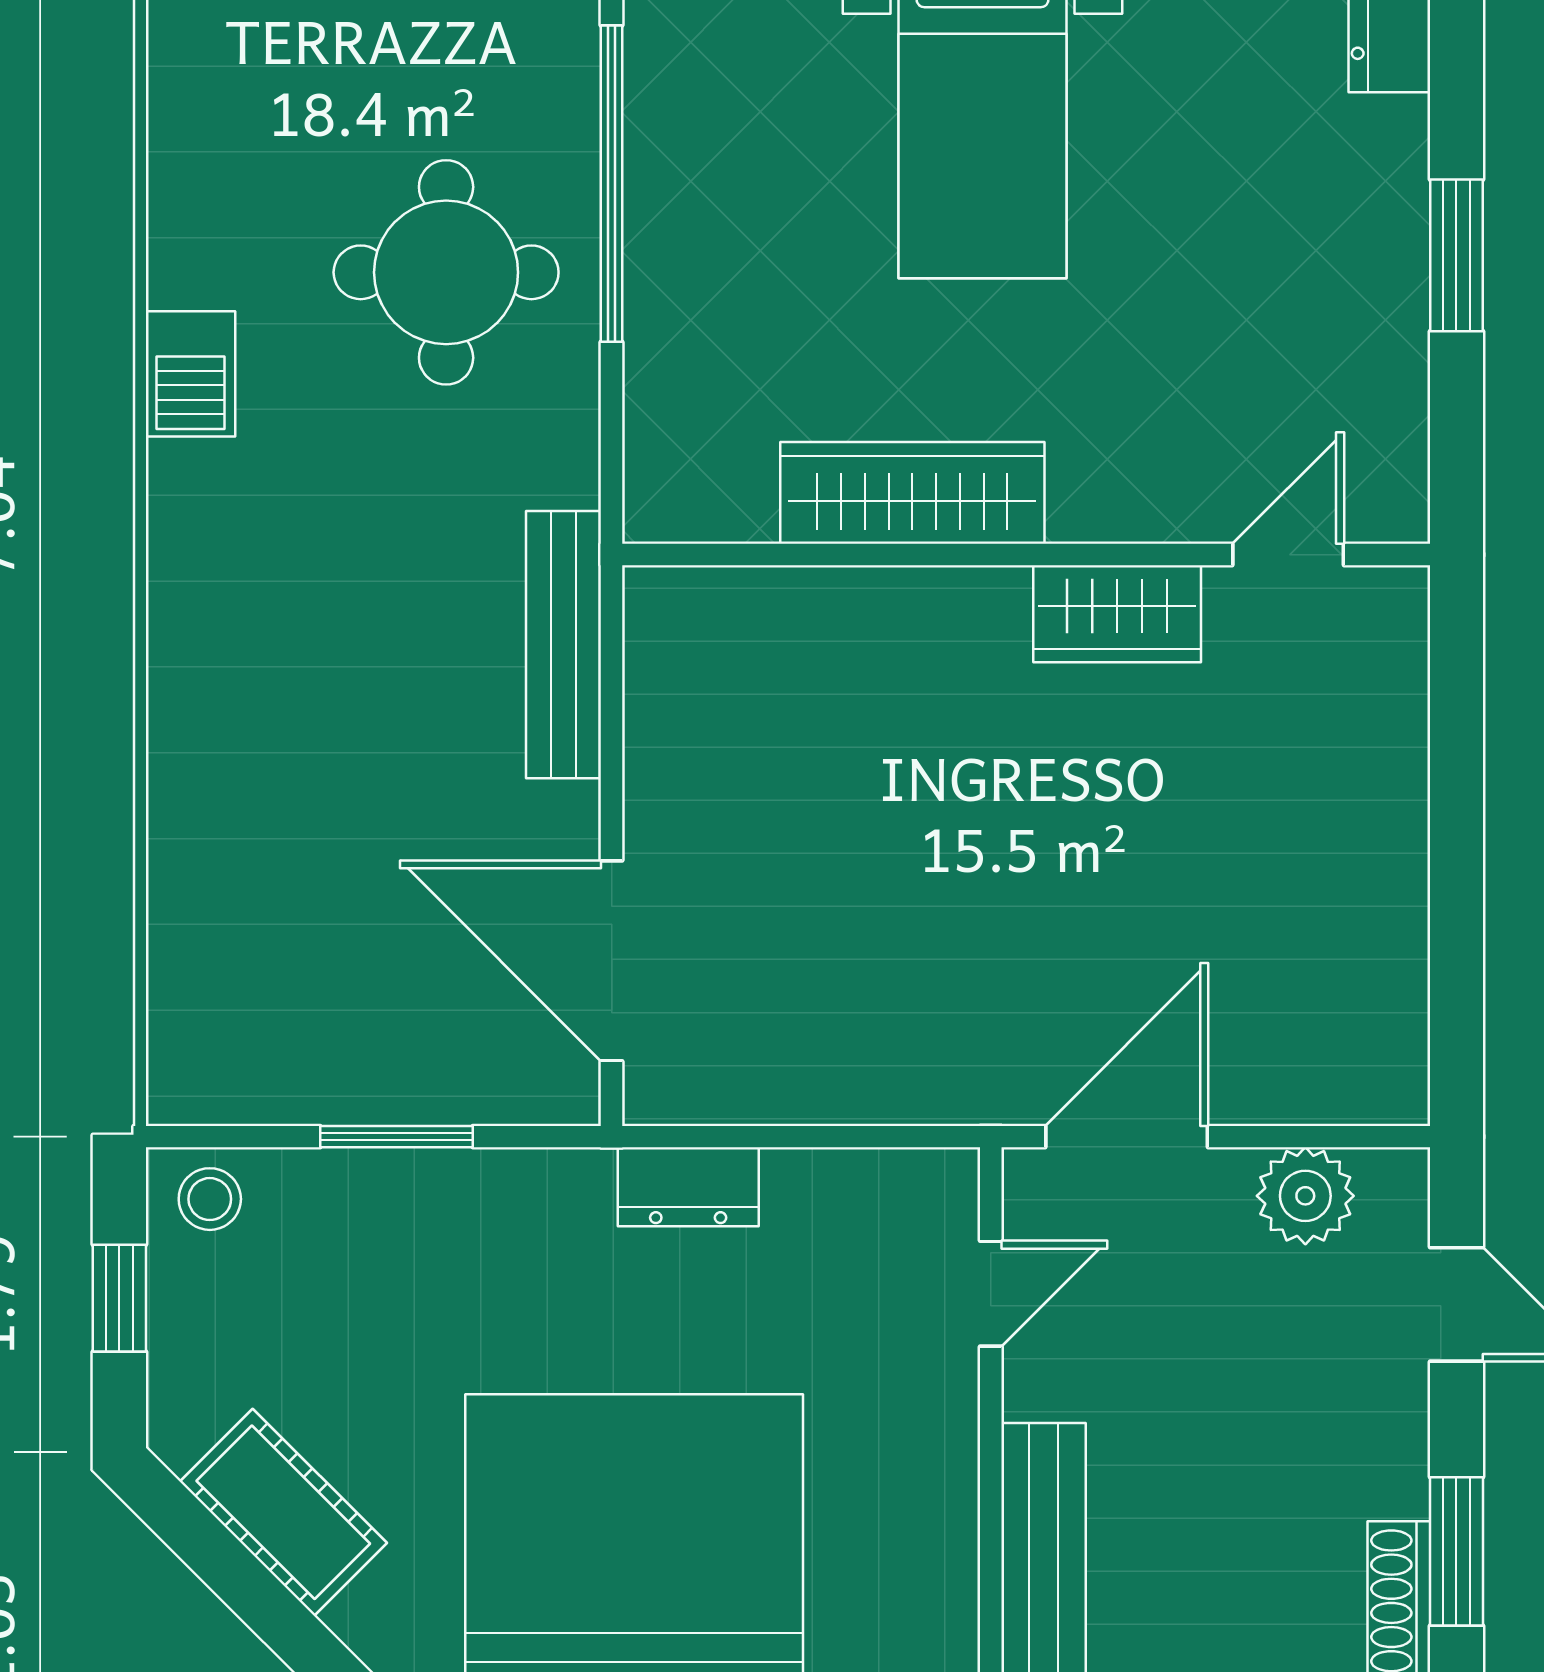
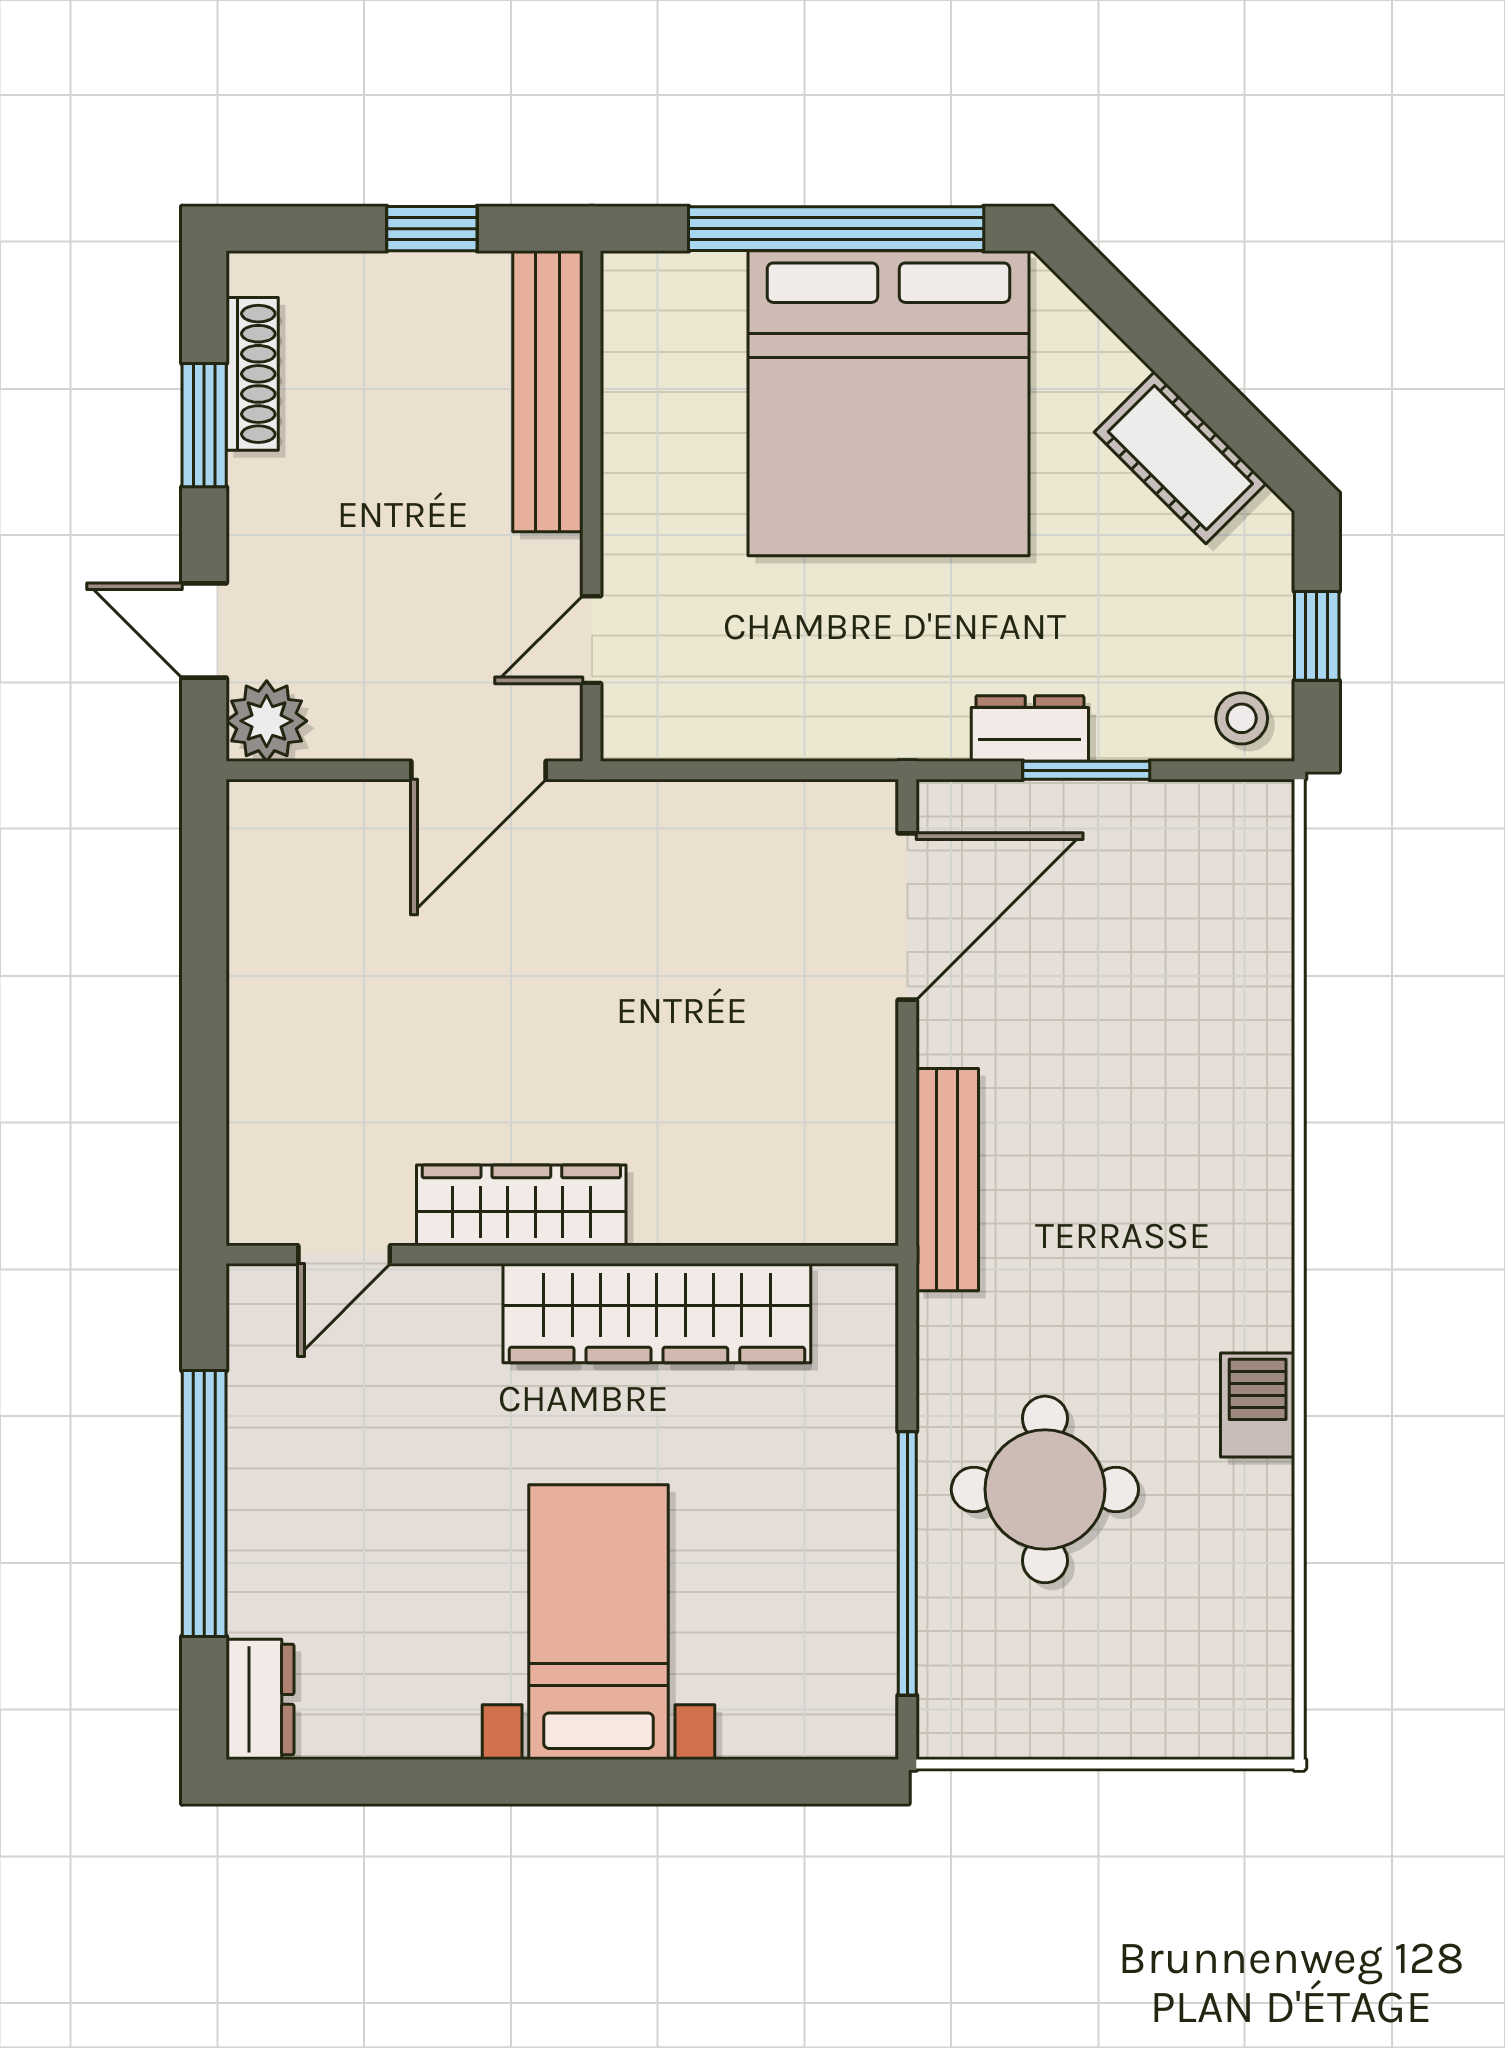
window: (1456, 255) -> (204, 1504), width x2.11
wardrobe: (912, 493) -> (657, 1313), width x1.40, depth x1.17
wardrobe: (1117, 614) -> (521, 1205), width x1.50
door: (612, 961) -> (907, 916), hinge flipped
dresser: (688, 1187) -> (1030, 728), moved
plant: (1305, 1196) -> (267, 721), moved

